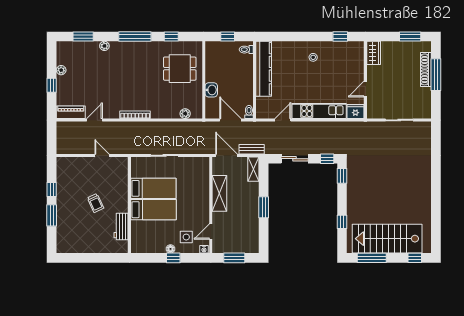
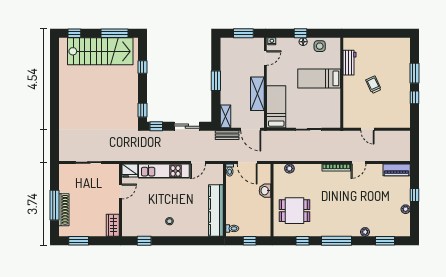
door: (94, 120) -> (358, 162), moved
bed: (153, 188) -> (276, 107), moved, turned 90
side table: (186, 237) -> (320, 46), moved

